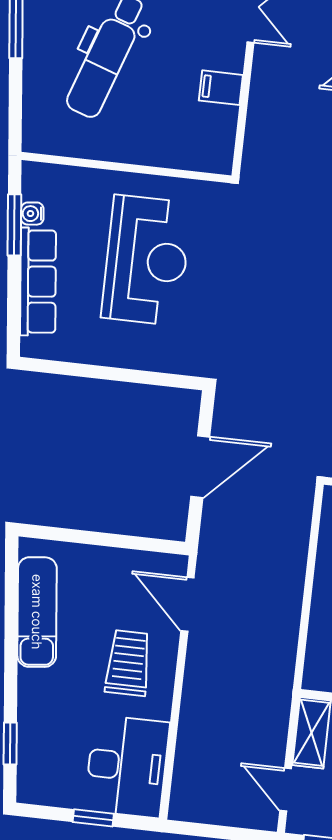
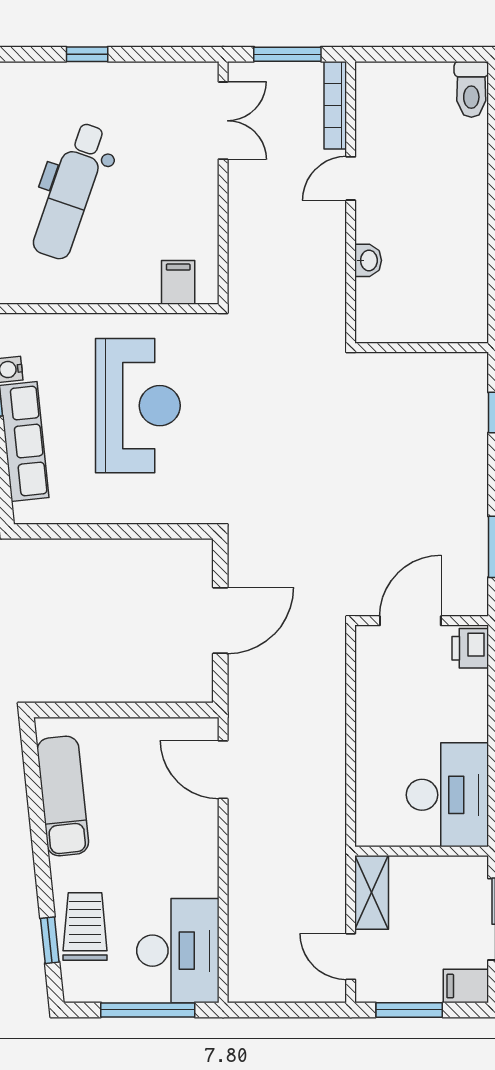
filing cabinet: (221, 88) -> (178, 282), moved, turned 90
trolley: (128, 663) -> (85, 927), moved
window: (93, 818) -> (148, 1010), width x2.17

